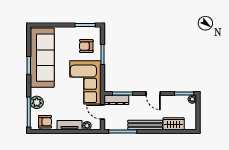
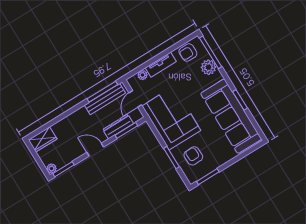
armchair: (86, 46) -> (193, 156), turned -92
dresser: (116, 100) -> (118, 127), moved
door: (103, 112) -> (135, 99), swing flipped
wardrobe: (174, 124) -> (43, 139), moved
bench: (145, 125) -> (105, 99), moved

